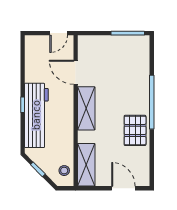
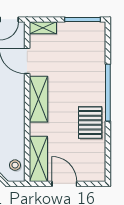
shelving: (90, 41) -> (43, 28), added
door: (123, 188) -> (64, 184), moved

